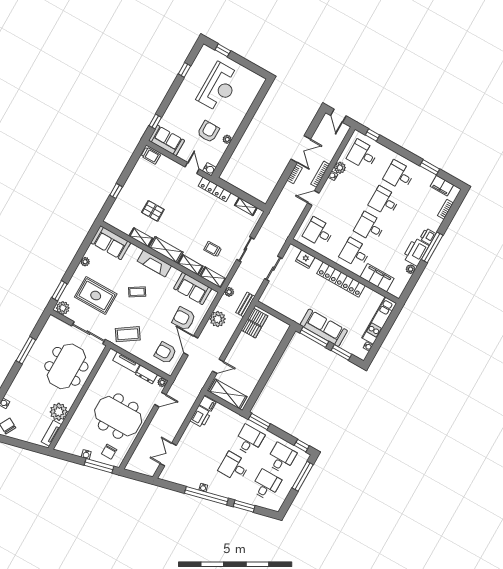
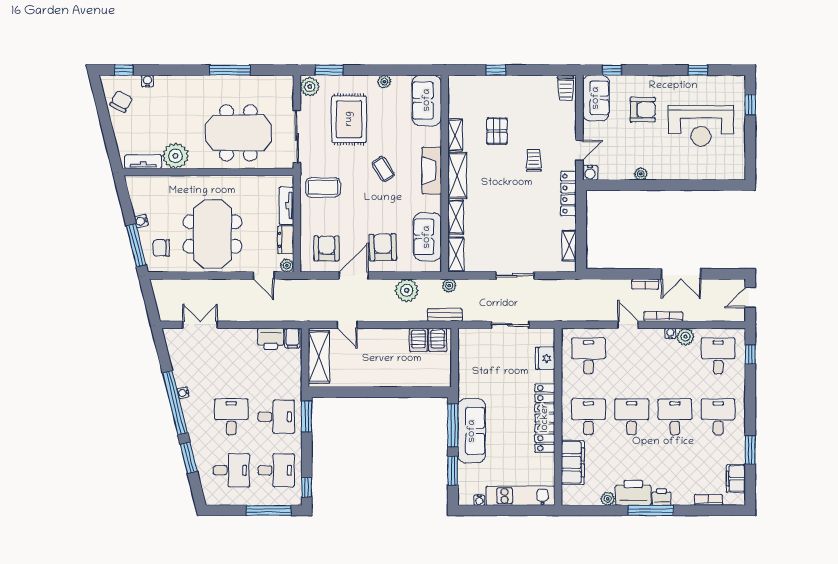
armchair: (208, 132) -> (643, 110), moved
trolley: (213, 249) -> (534, 160), moved
coffee table: (128, 334) -> (323, 187), turned -56

